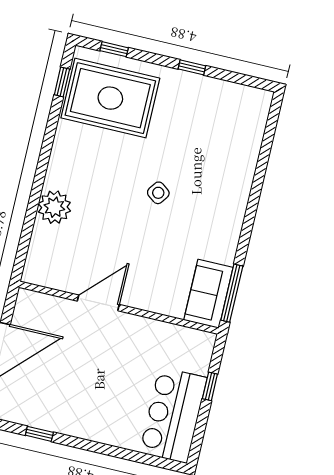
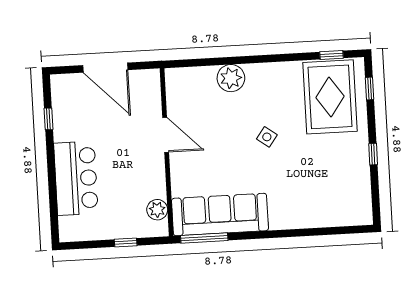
side table: (158, 193) -> (267, 137), moved
sofa: (208, 294) -> (220, 215), width x1.85, depth x1.27
plant: (183, 338) -> (157, 210), added
bar counter: (173, 415) -> (76, 178), moved, turned 90

